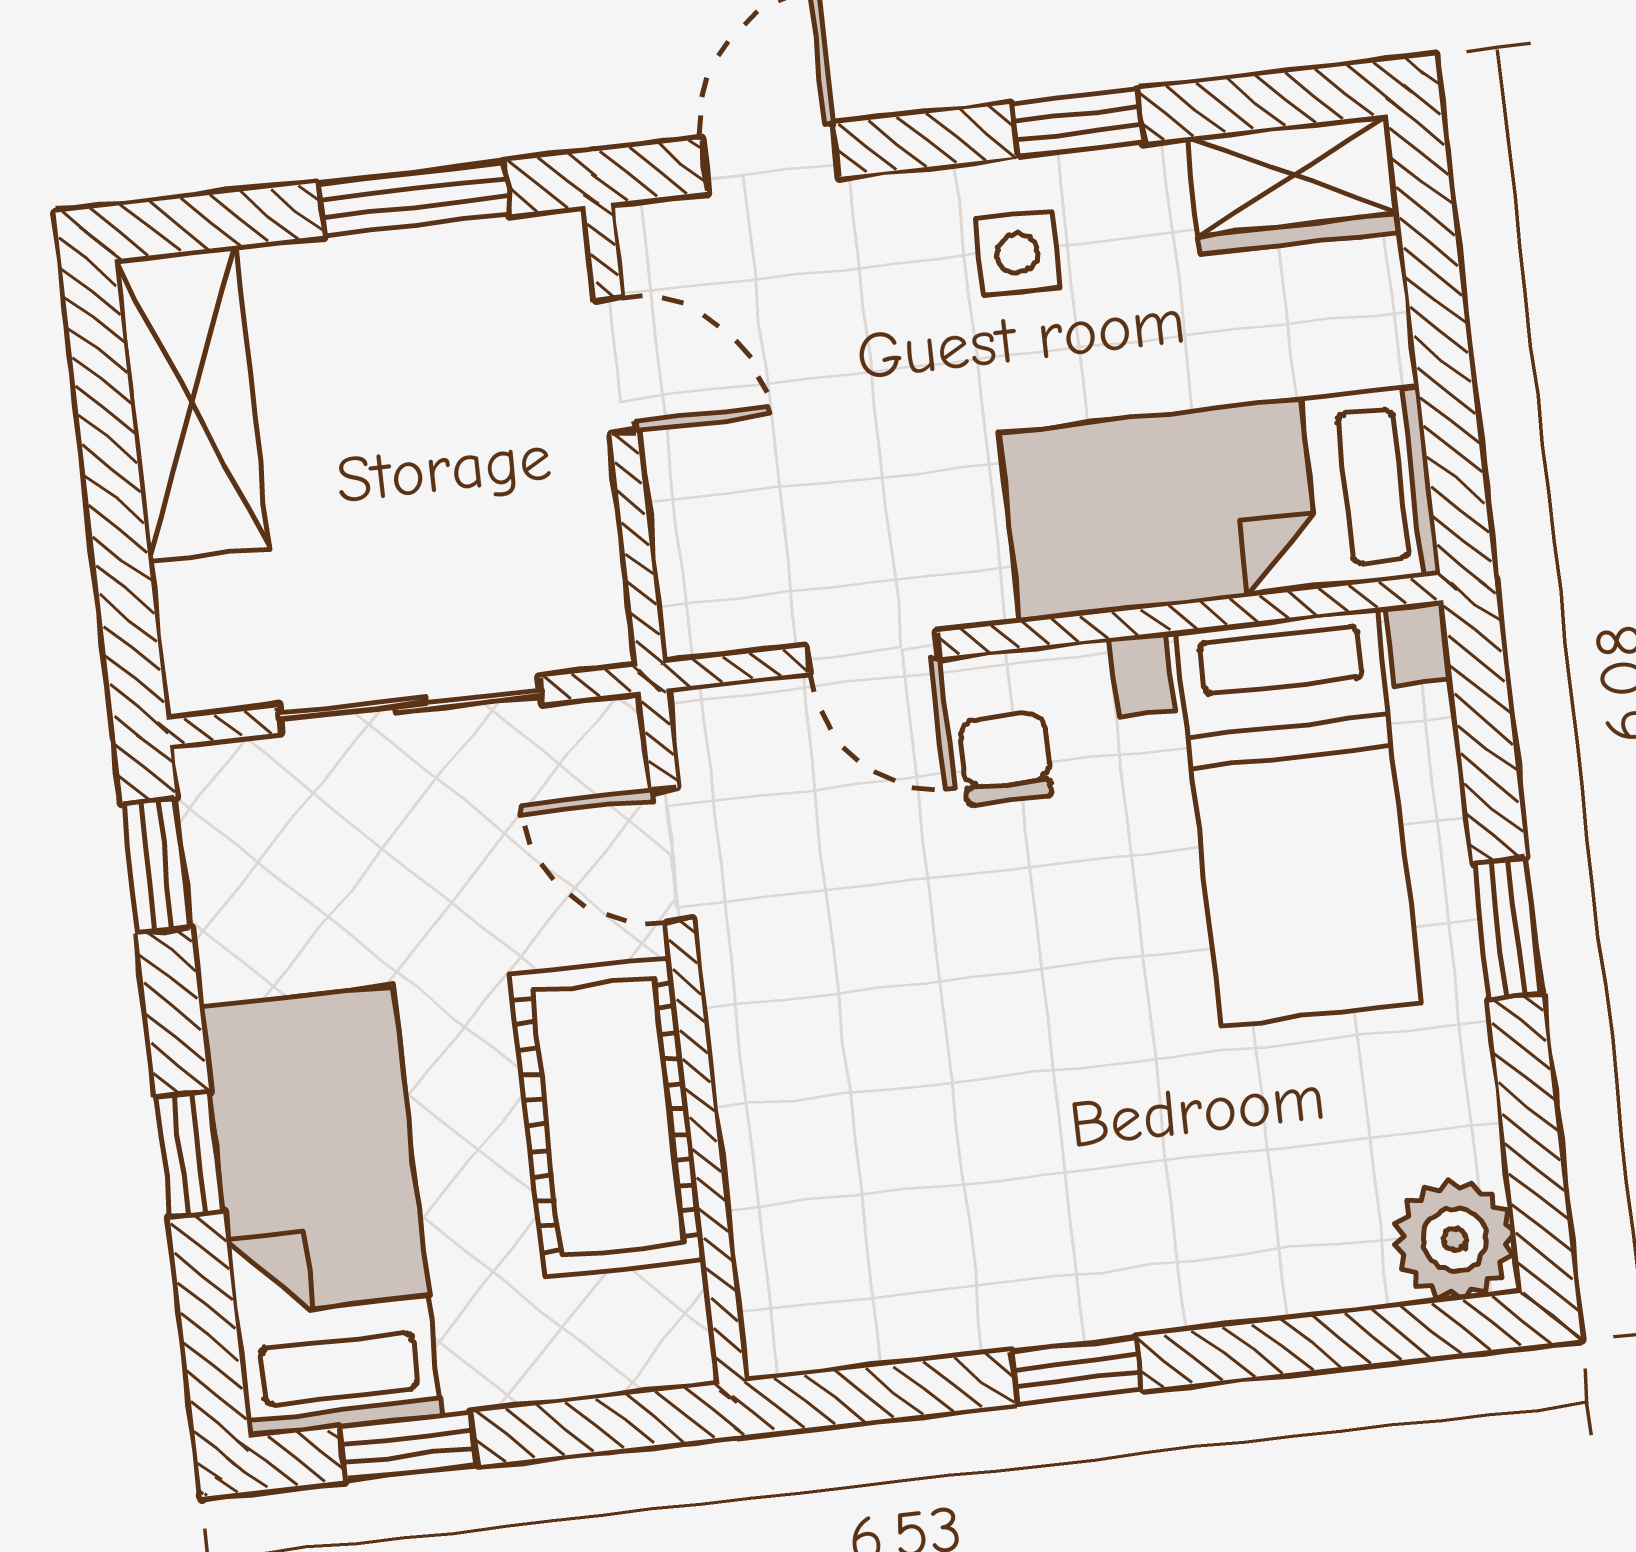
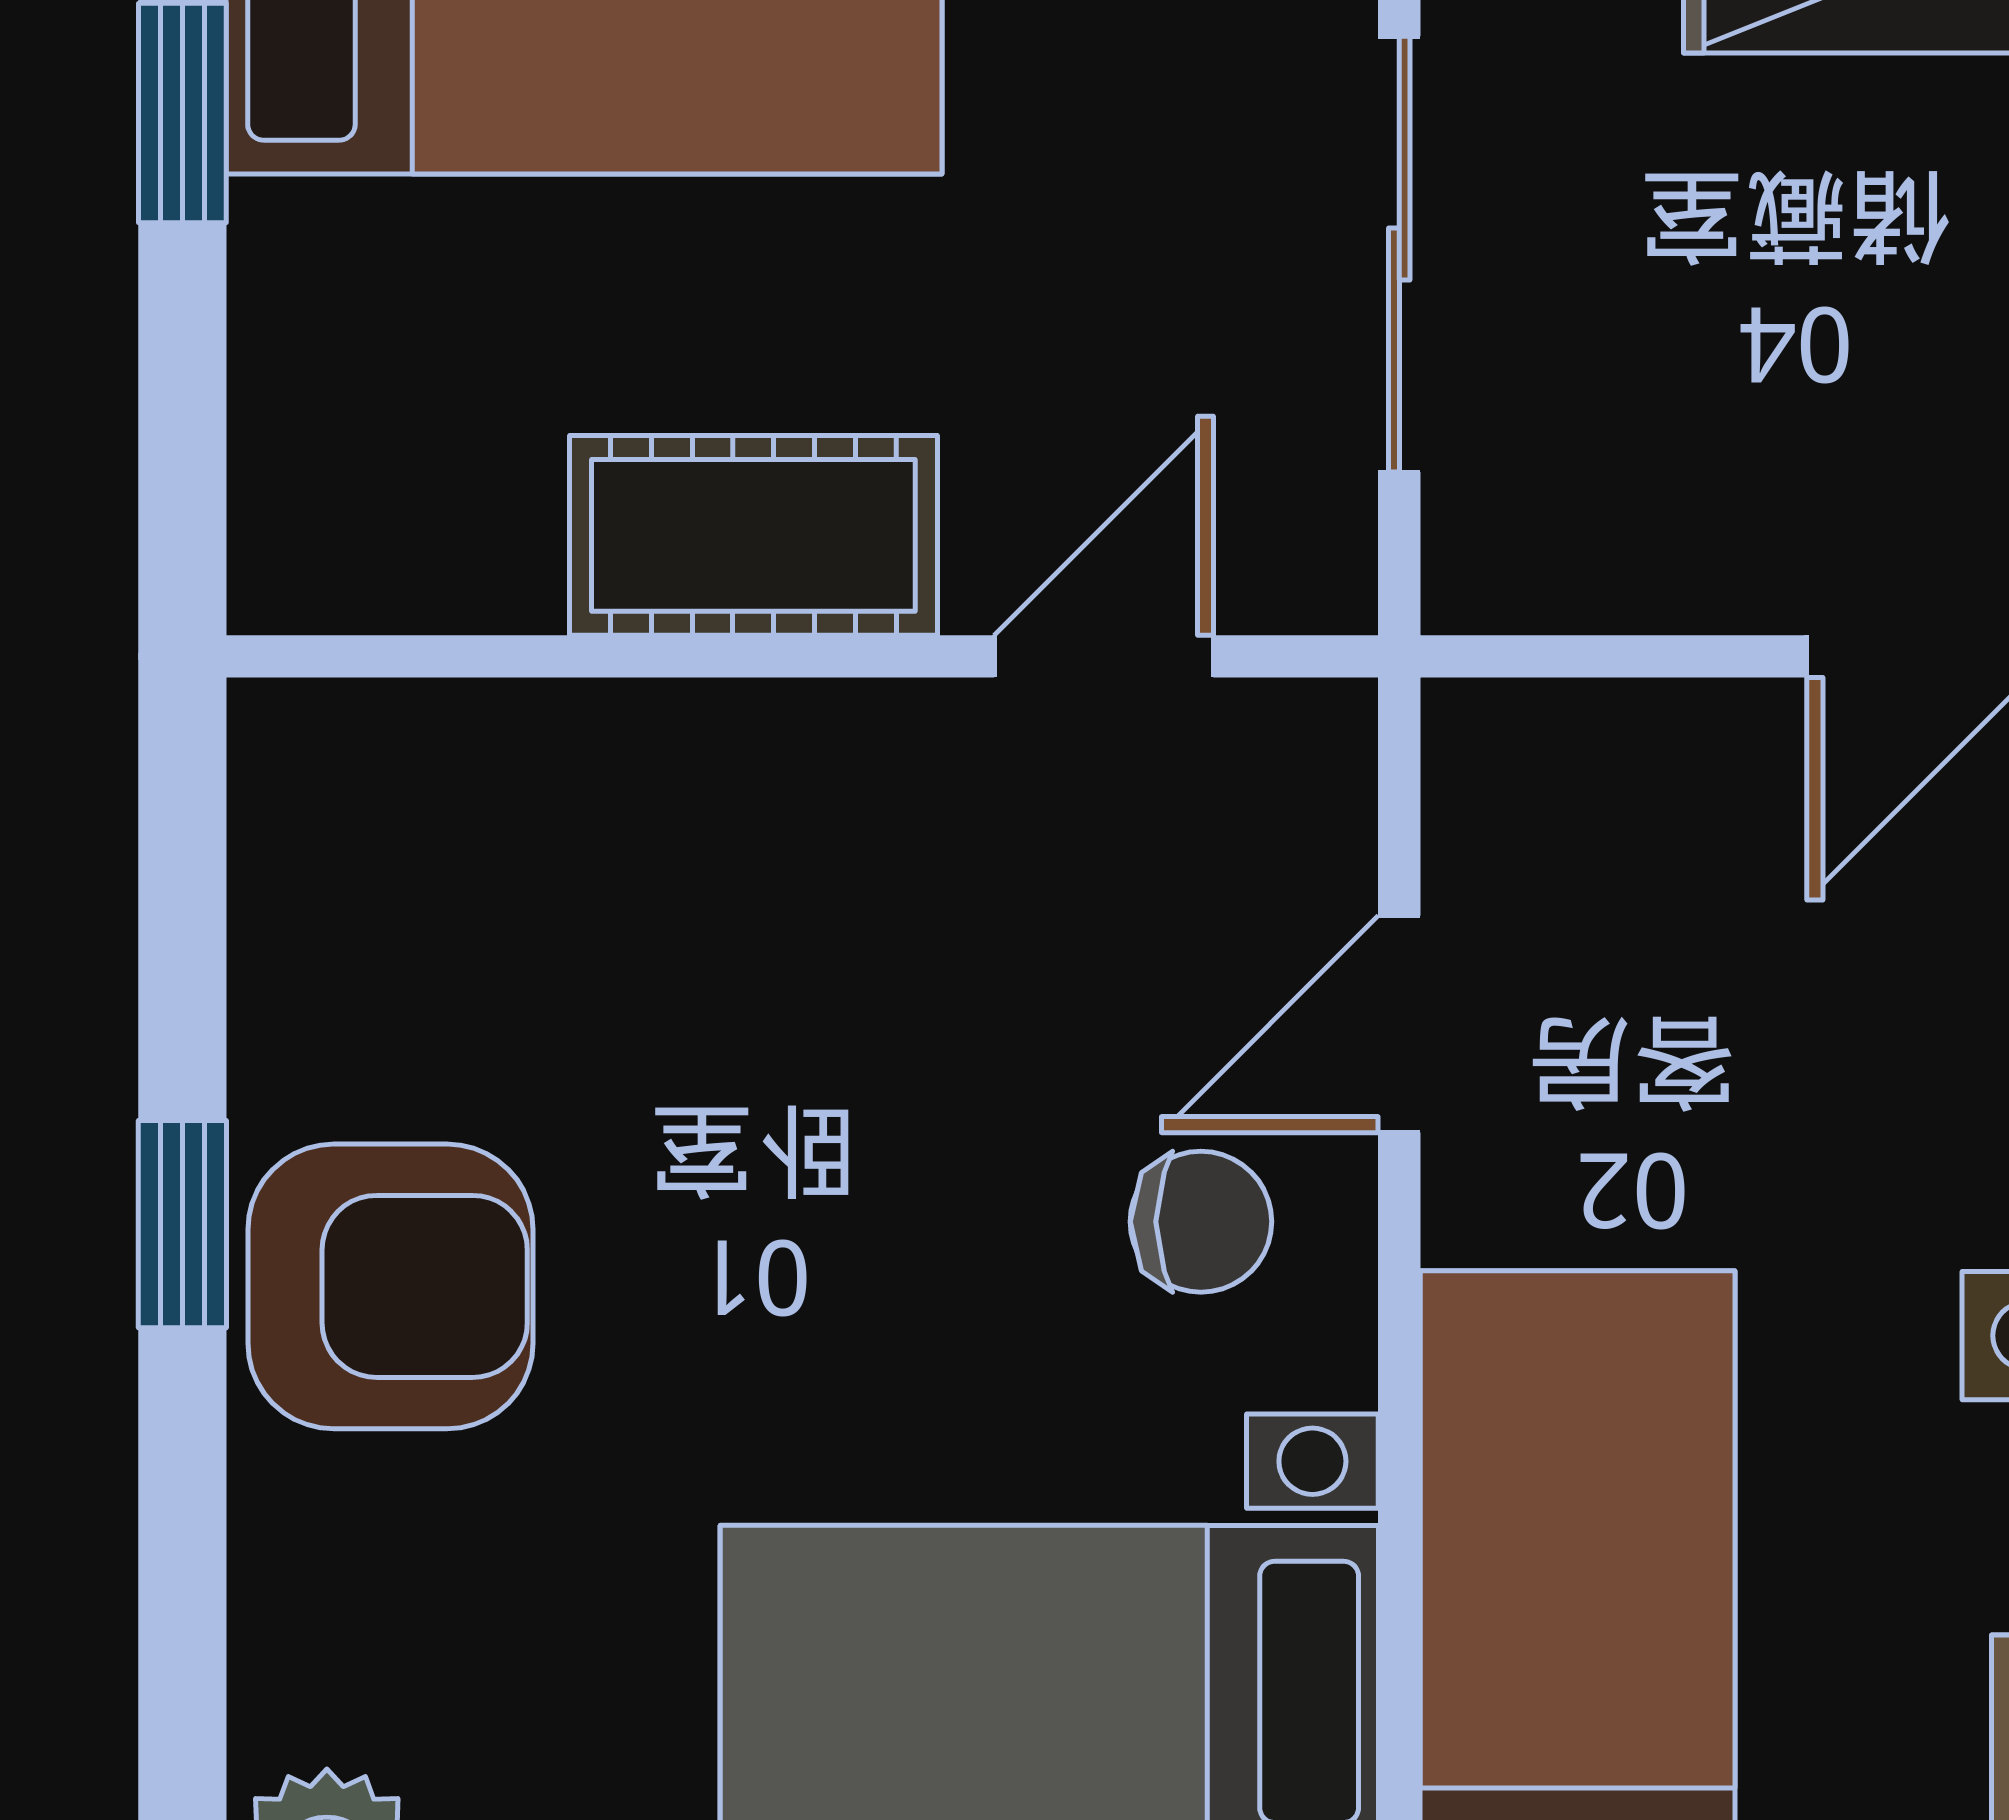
cot: (608, 1117) -> (753, 535), width x0.73, depth x0.75
armchair: (1100, 1241) -> (390, 1286), added

